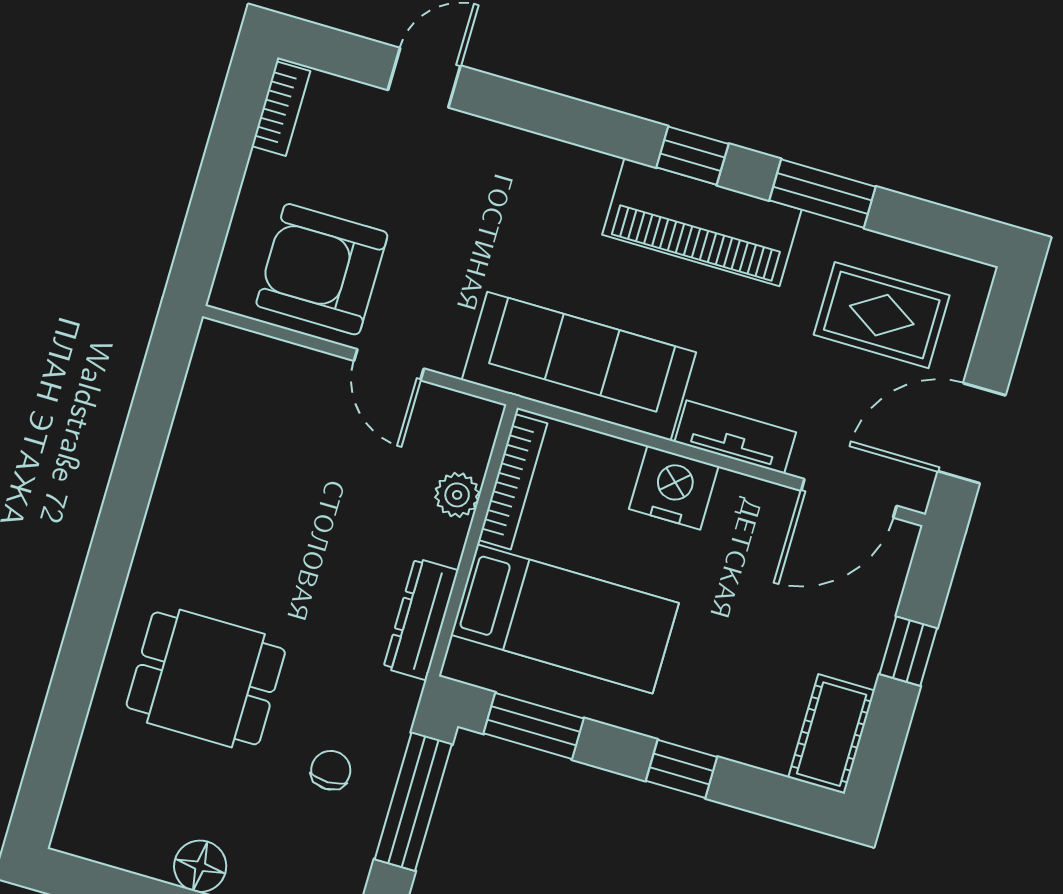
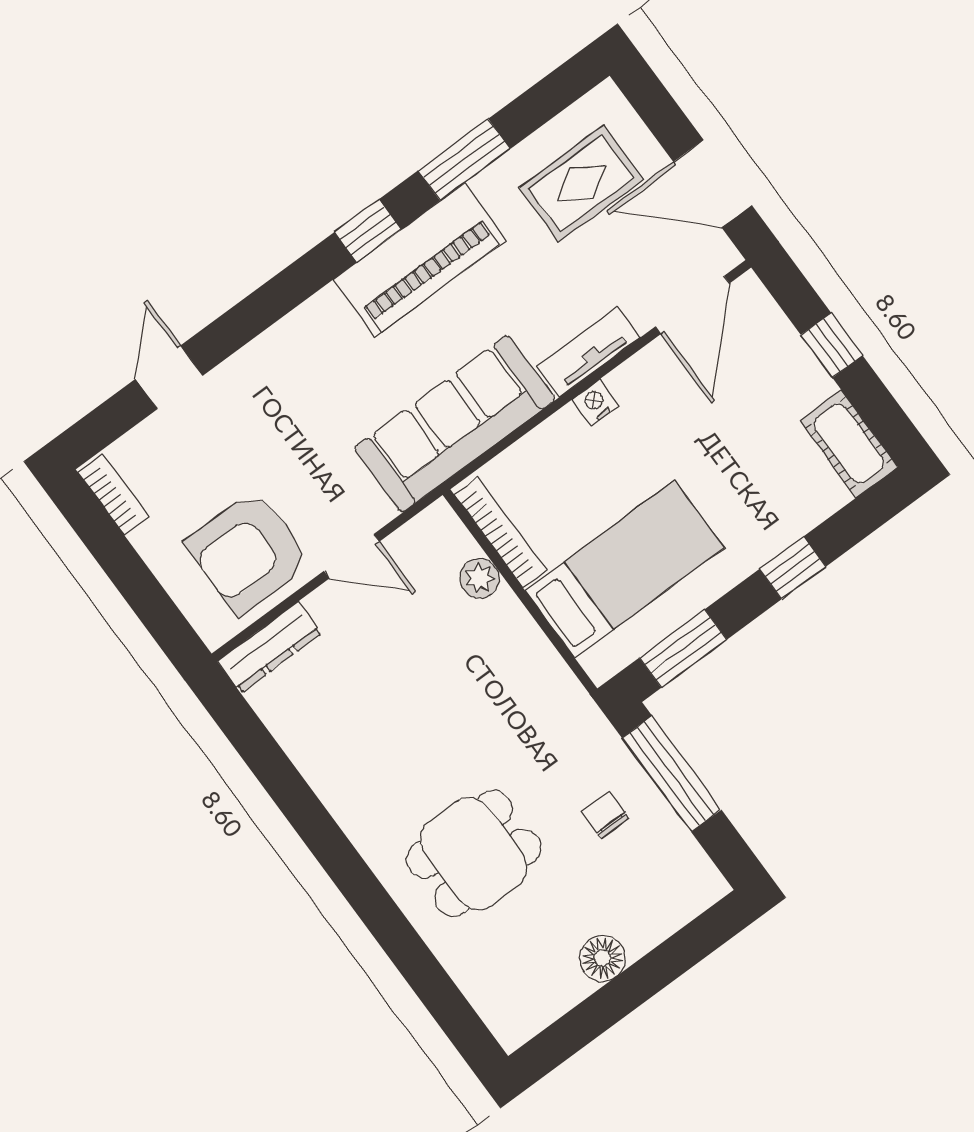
door: (972, 433) -> (713, 184), hinge flipped
nightstand: (674, 488) -> (596, 402), width x0.53, depth x0.56
dresser: (421, 619) -> (270, 647), moved, turned -90

